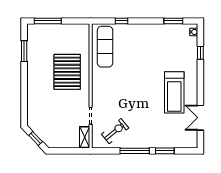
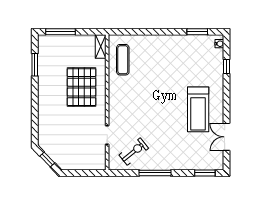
window: (122, 21) -> (141, 32), removed
exercise mat: (105, 47) -> (123, 60), width x0.73, depth x0.69
shelving: (85, 137) -> (101, 47), moved
window: (165, 151) -> (205, 173), moved

